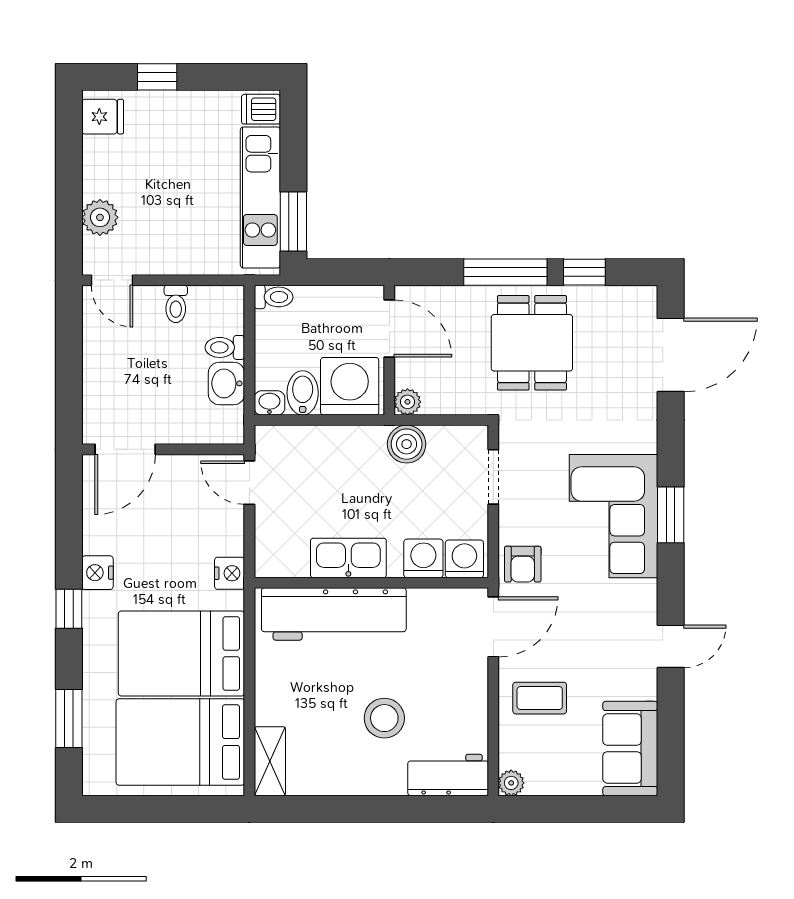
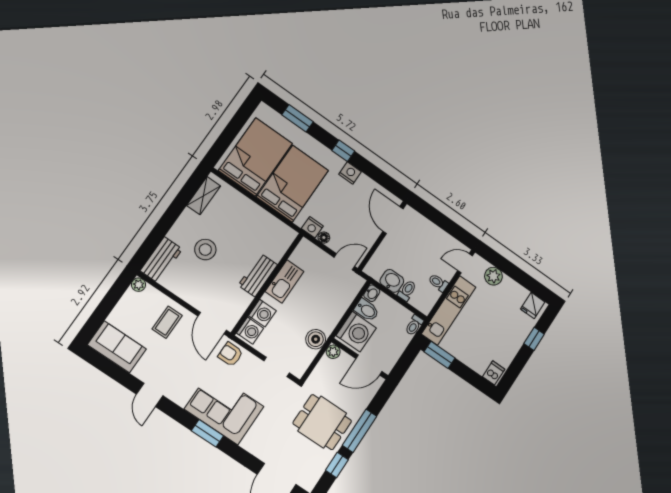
kitchen unit: (260, 197) -> (449, 310), moved, turned 90
floor lamp: (233, 543) -> (324, 238), added
workbench: (334, 614) -> (258, 275), width x0.53, depth x0.76
shelving: (270, 761) -> (204, 196), moved, turned 90

